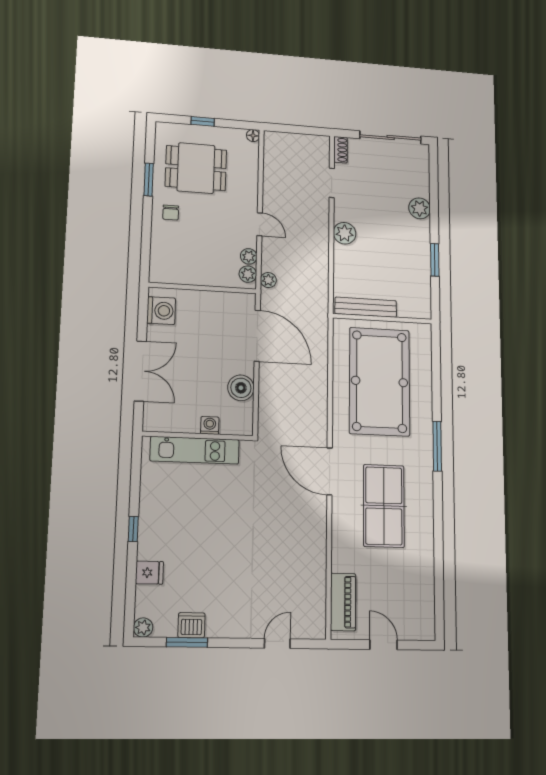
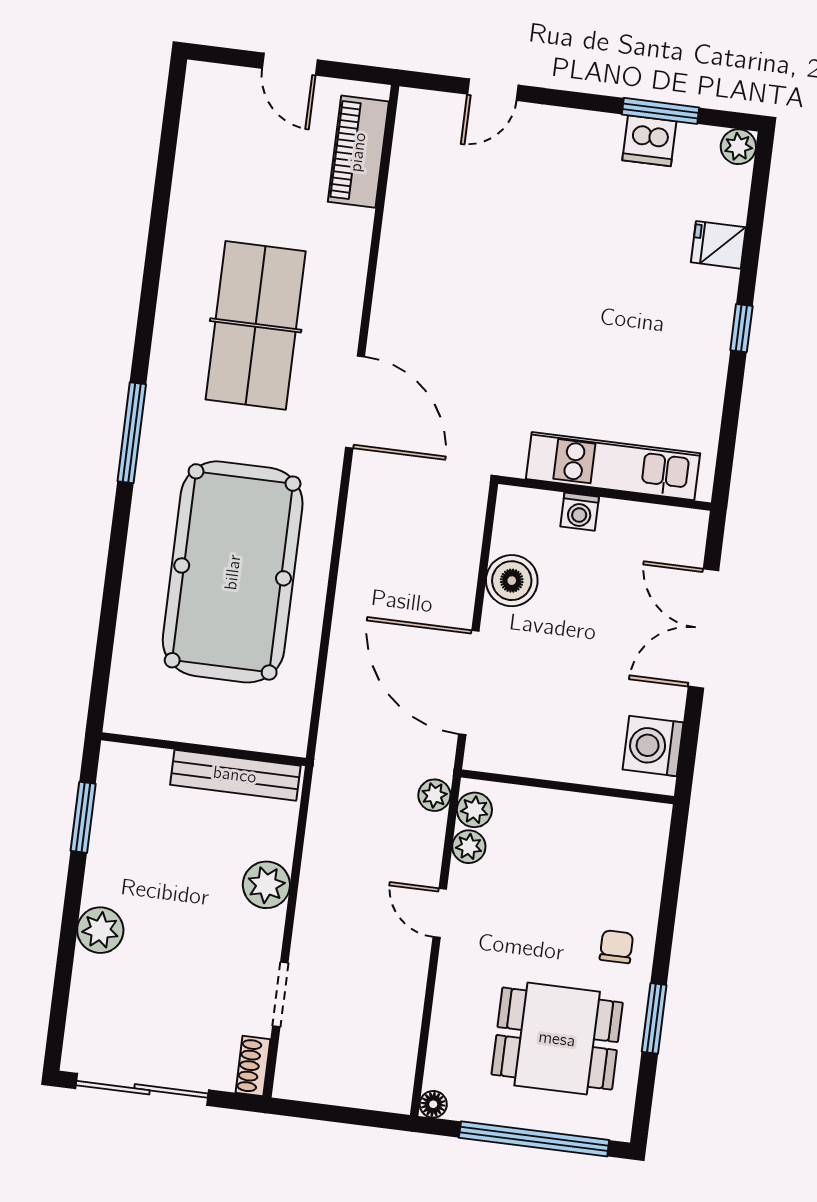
window: (203, 121) -> (534, 1139), width x3.17
bench: (366, 307) -> (235, 775), moved
wall: (383, 319) -> (204, 749), moved

